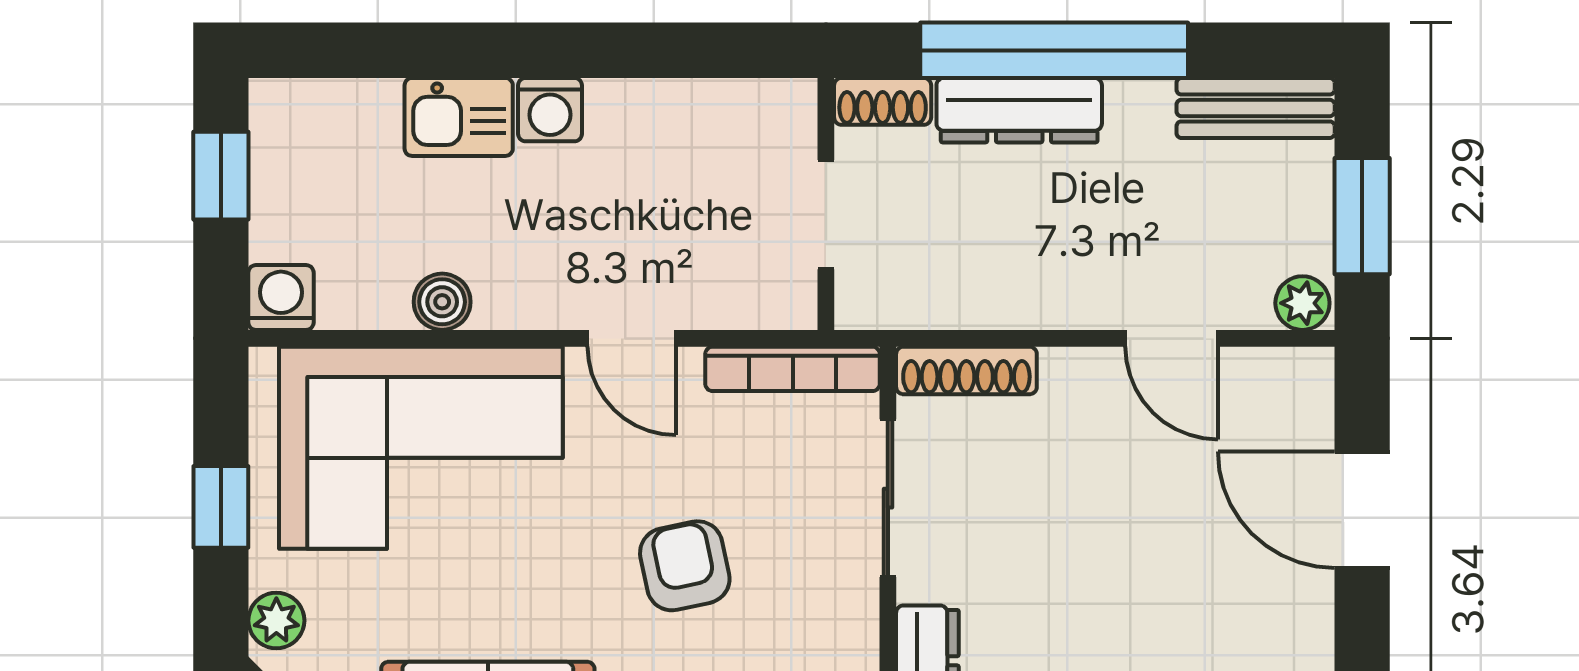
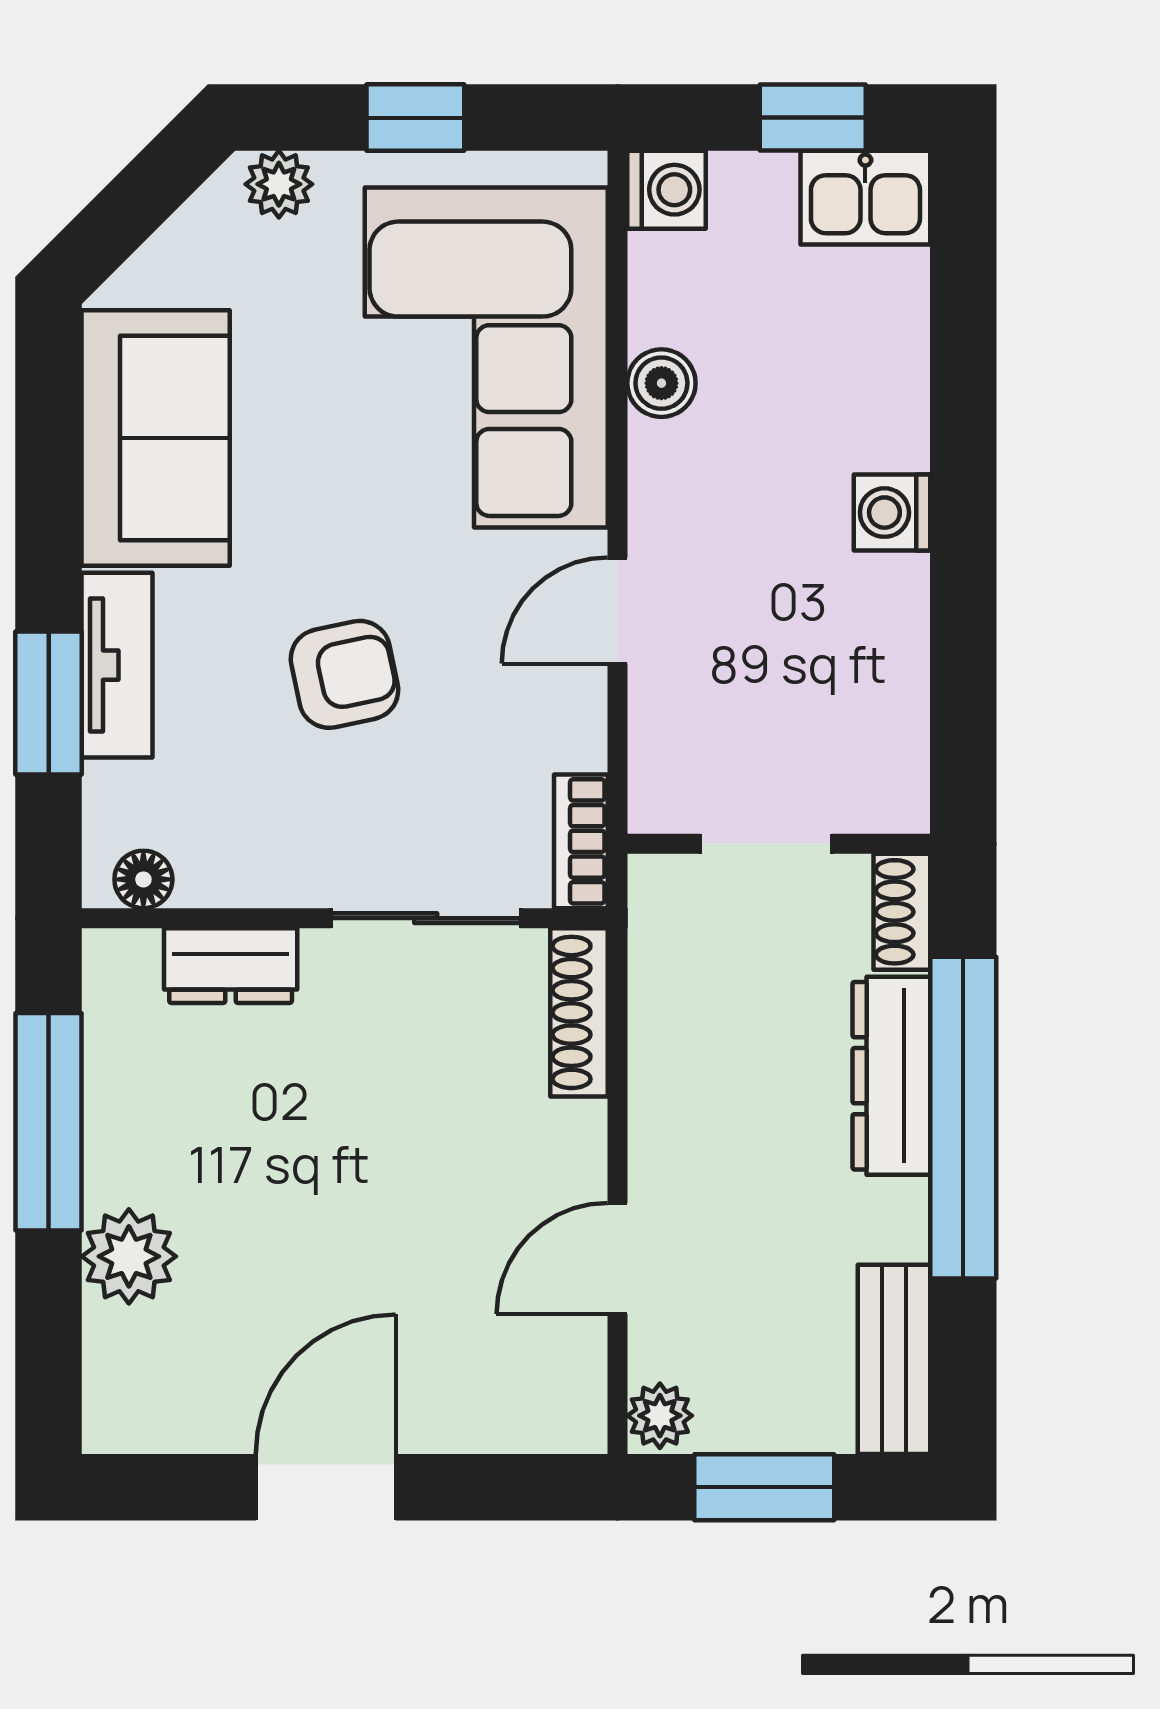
kitchen sink: (459, 117) -> (865, 198), moved, turned -90
bookcase: (793, 369) -> (581, 841), width x0.64
door: (1362, 510) -> (326, 1487), moved

